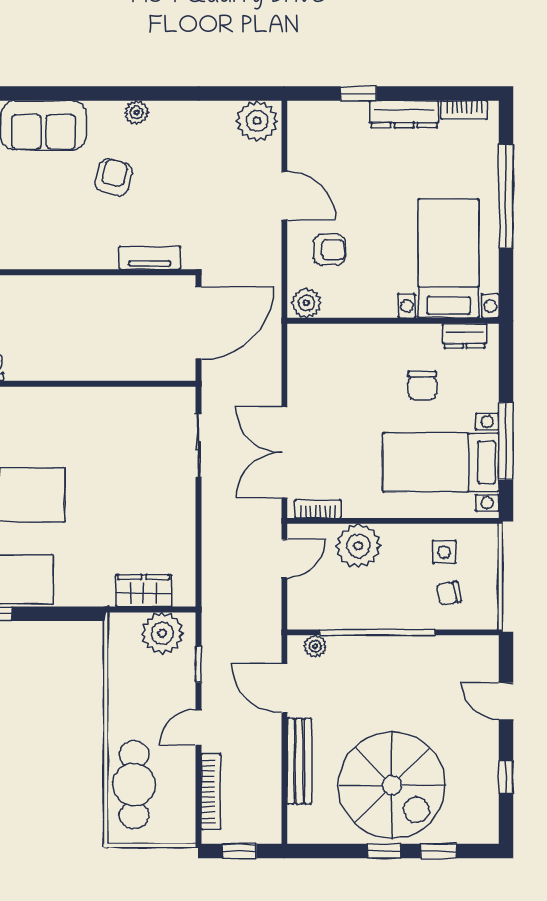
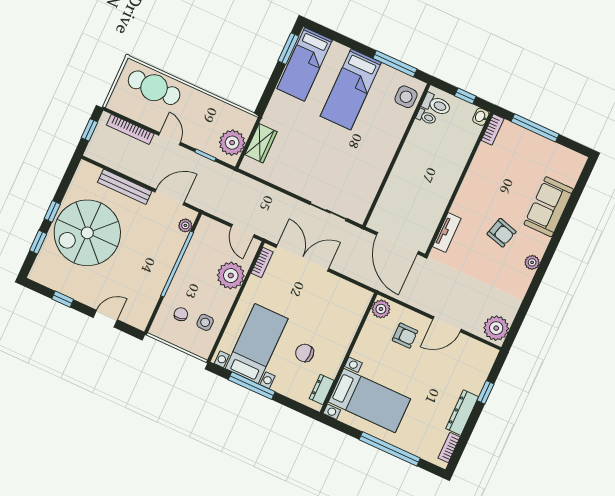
armchair: (329, 250) -> (405, 336), turned -90

